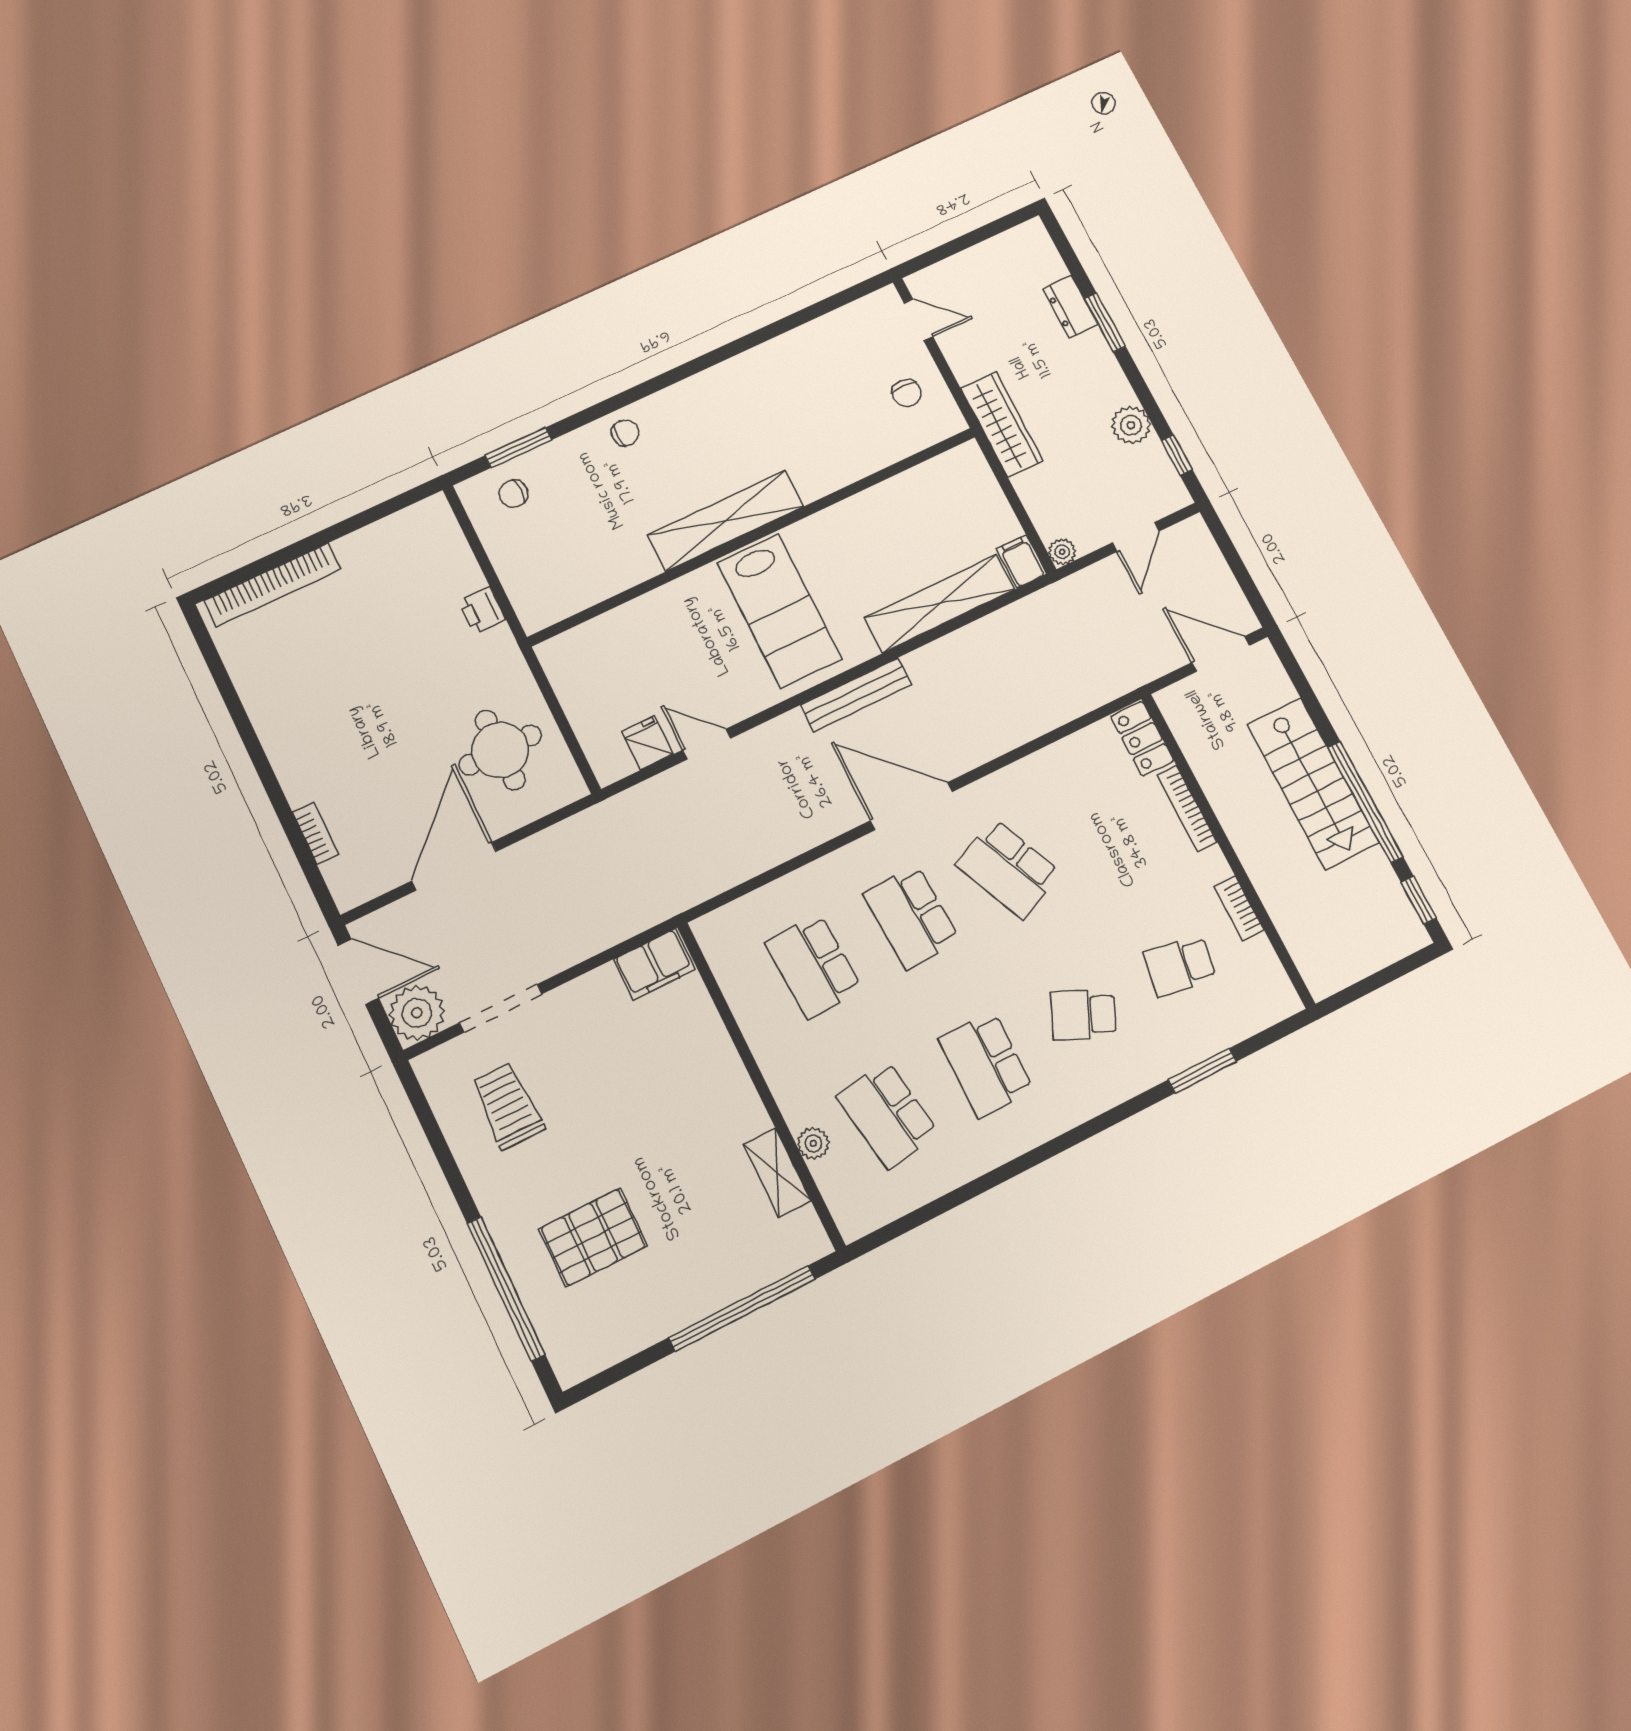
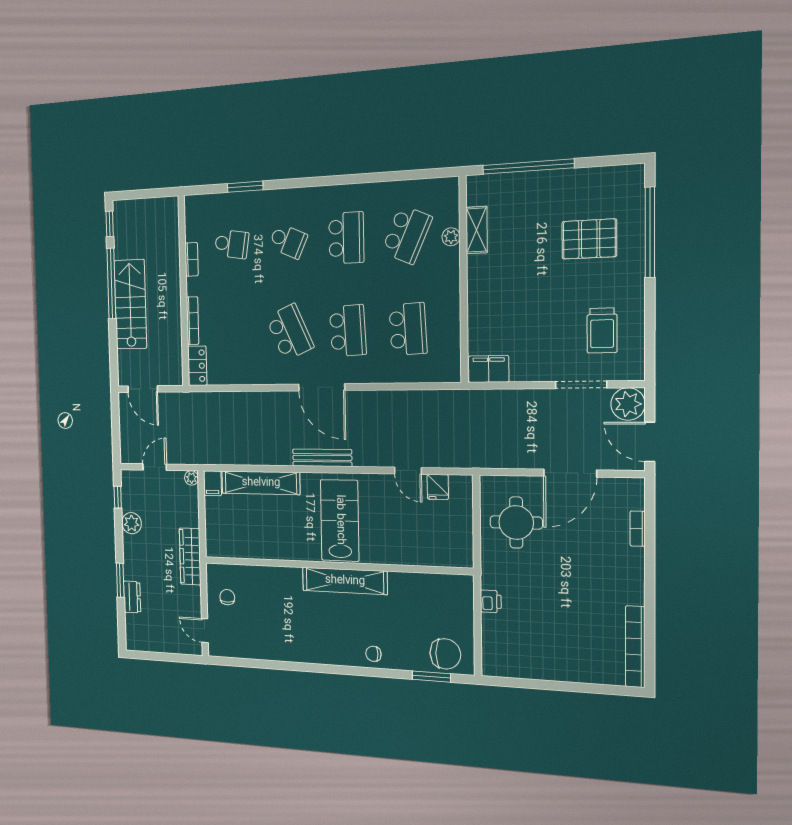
chair: (513, 494) -> (445, 654), width x1.87, depth x1.87
bookcase: (273, 585) -> (635, 647), moved, turned -90
school desk: (888, 1115) -> (407, 235), turned 33

